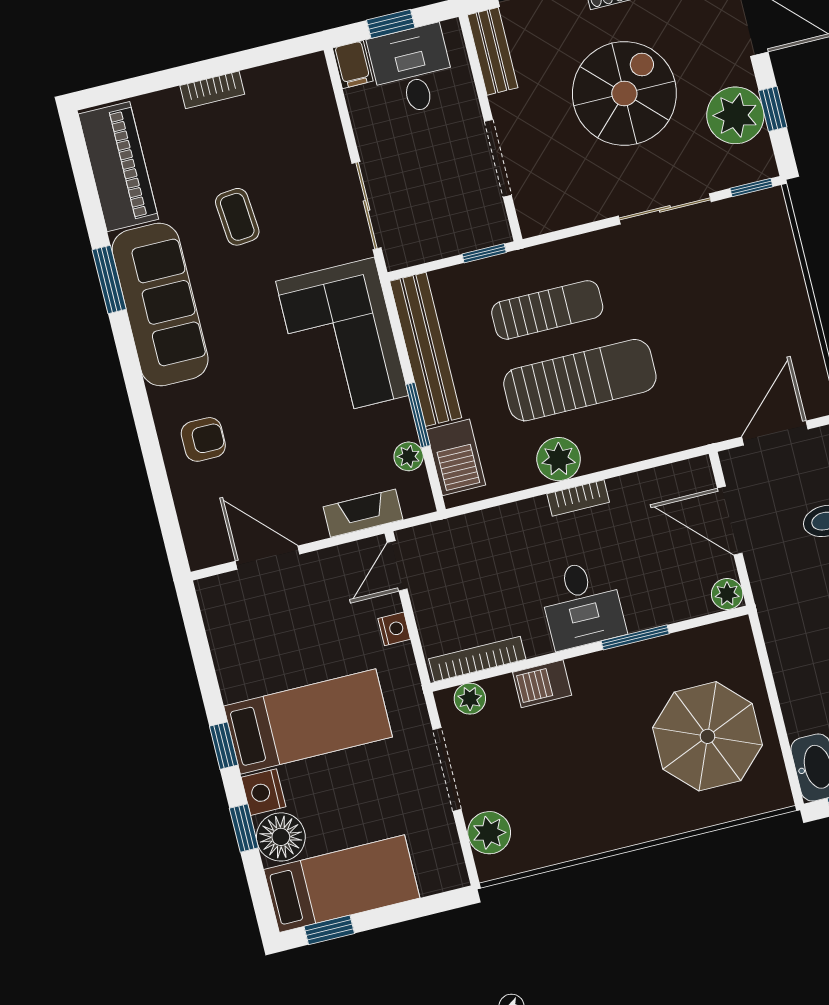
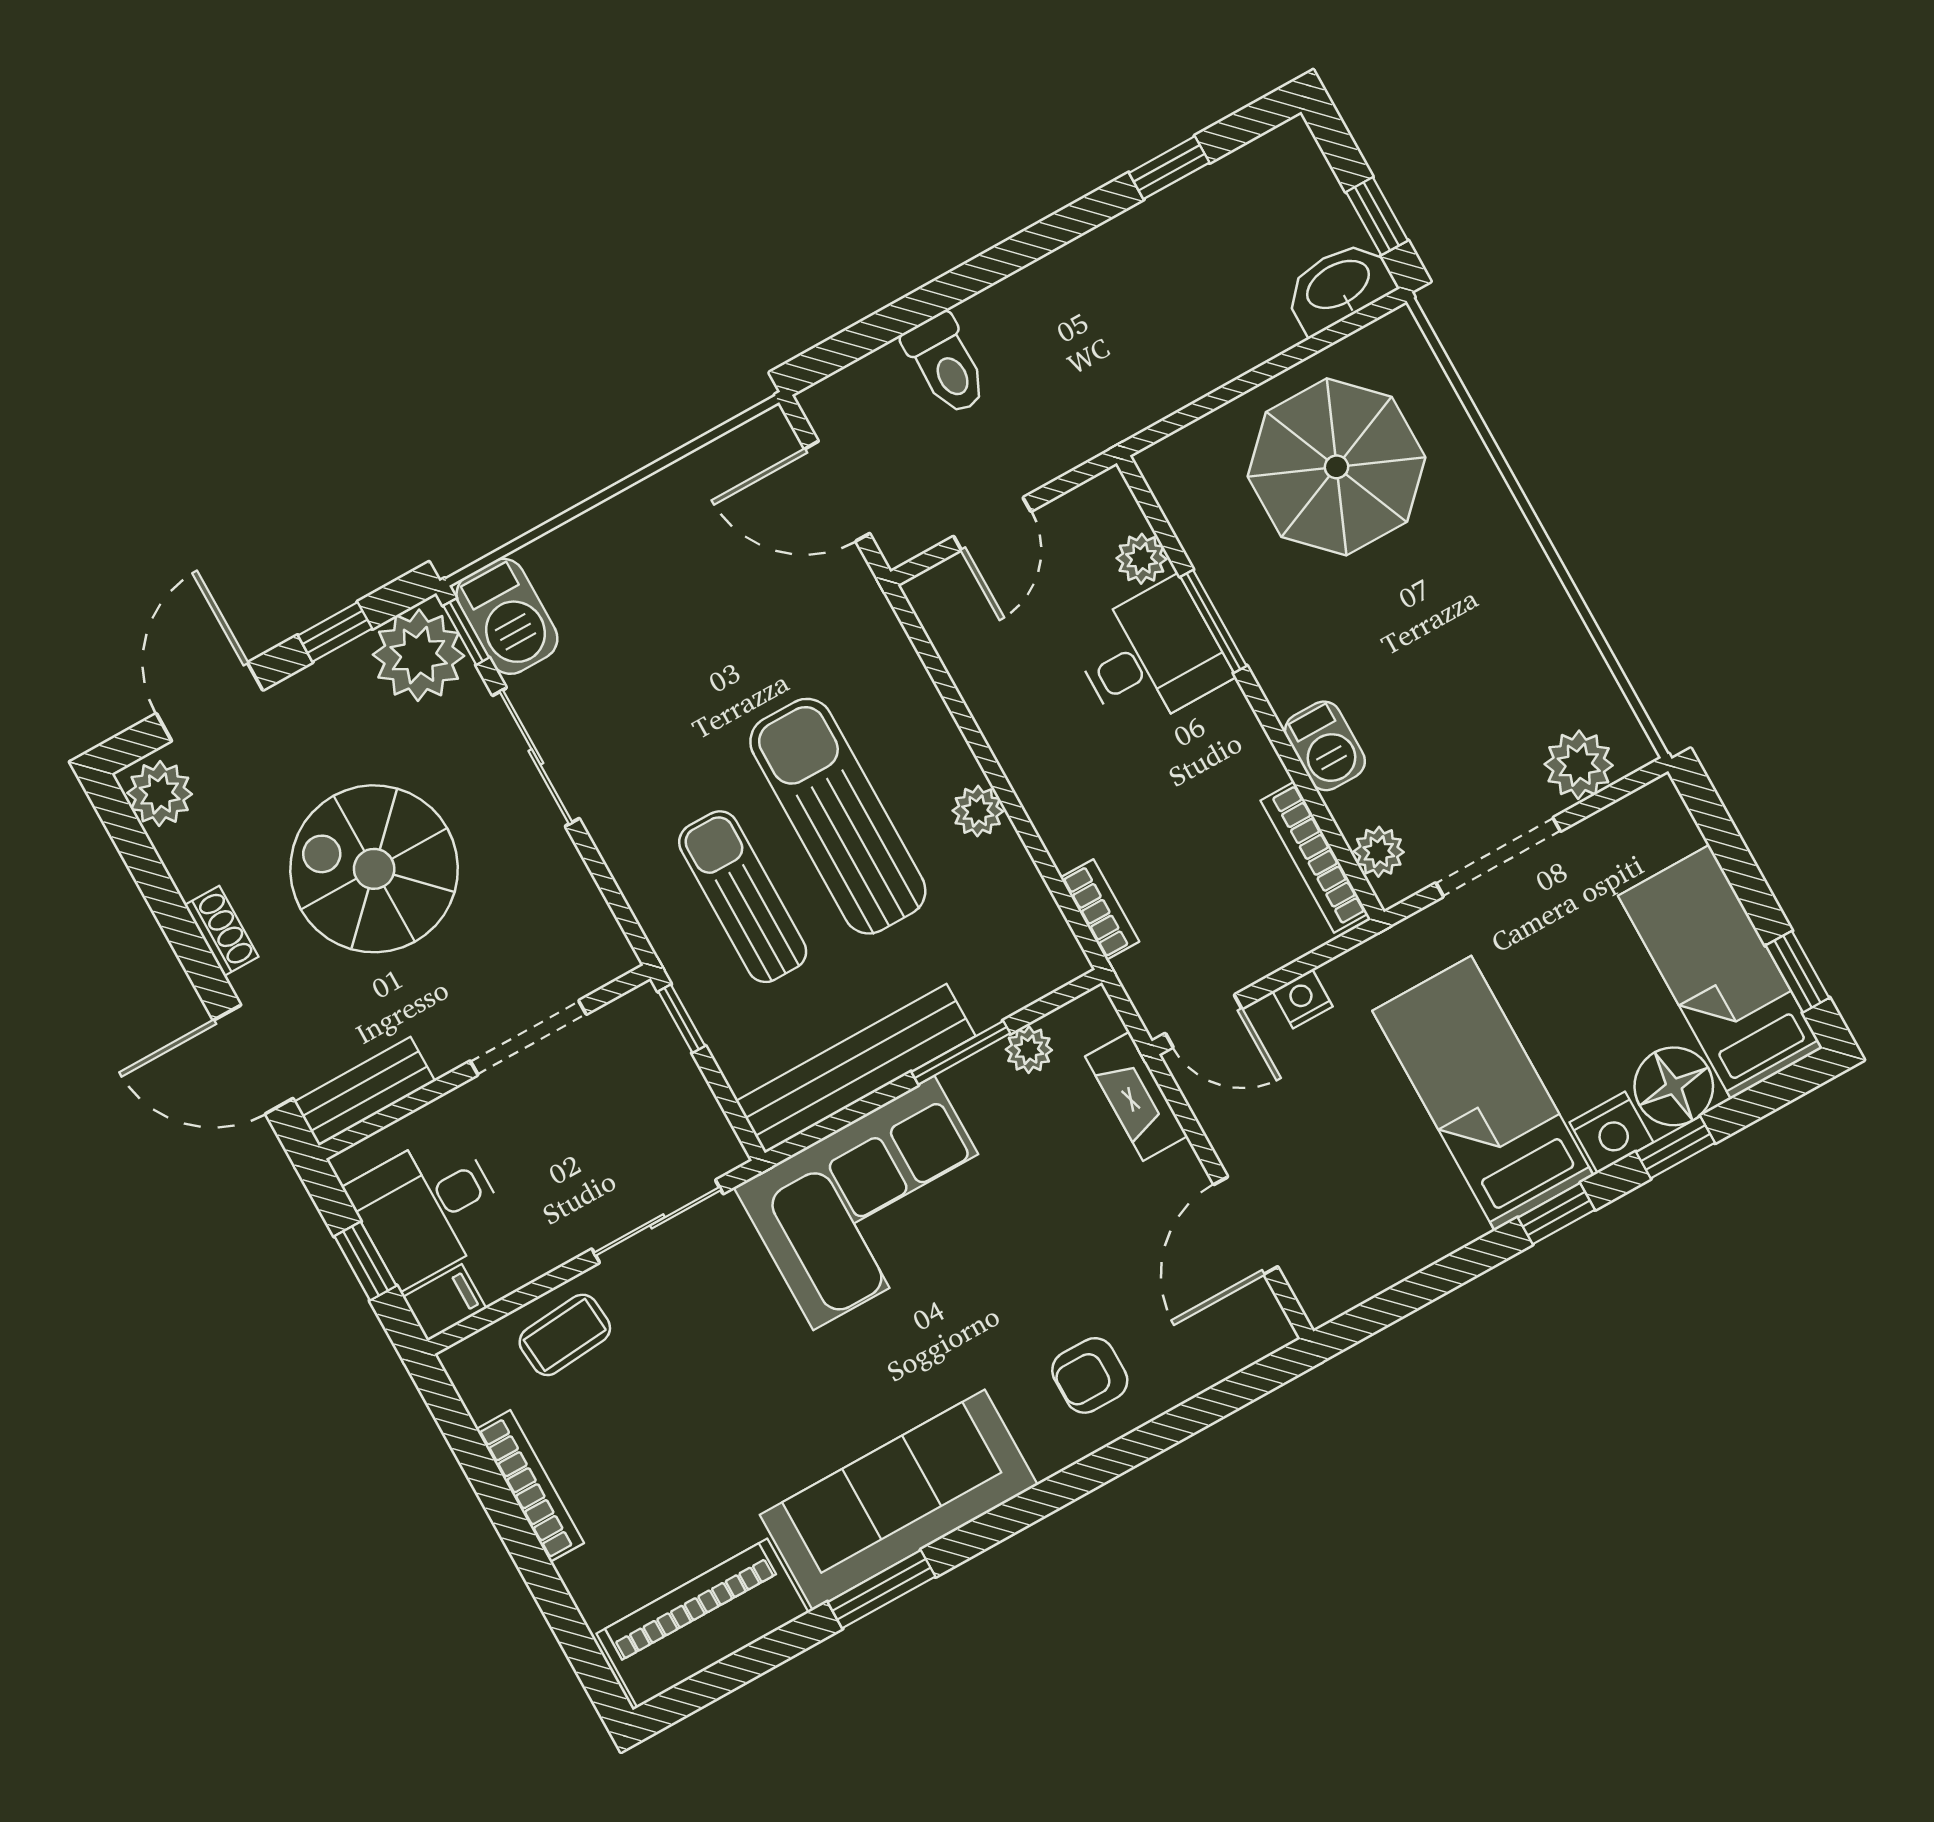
bookcase: (212, 90) -> (530, 1486), width x1.56
plant: (735, 115) -> (419, 655), moved
coffee table: (237, 217) -> (565, 1335), moved
armchair: (203, 439) -> (1090, 1375), turned -90
barbecue: (456, 457) -> (507, 616), moved, turned 90
plant: (559, 459) -> (978, 811), width x0.73, depth x0.73
bookcase: (578, 498) -> (1100, 910), moved
door: (730, 521) -> (992, 524), width x0.73
plant: (727, 594) -> (1142, 559), moved
desk: (582, 604) -> (1151, 656), moved

